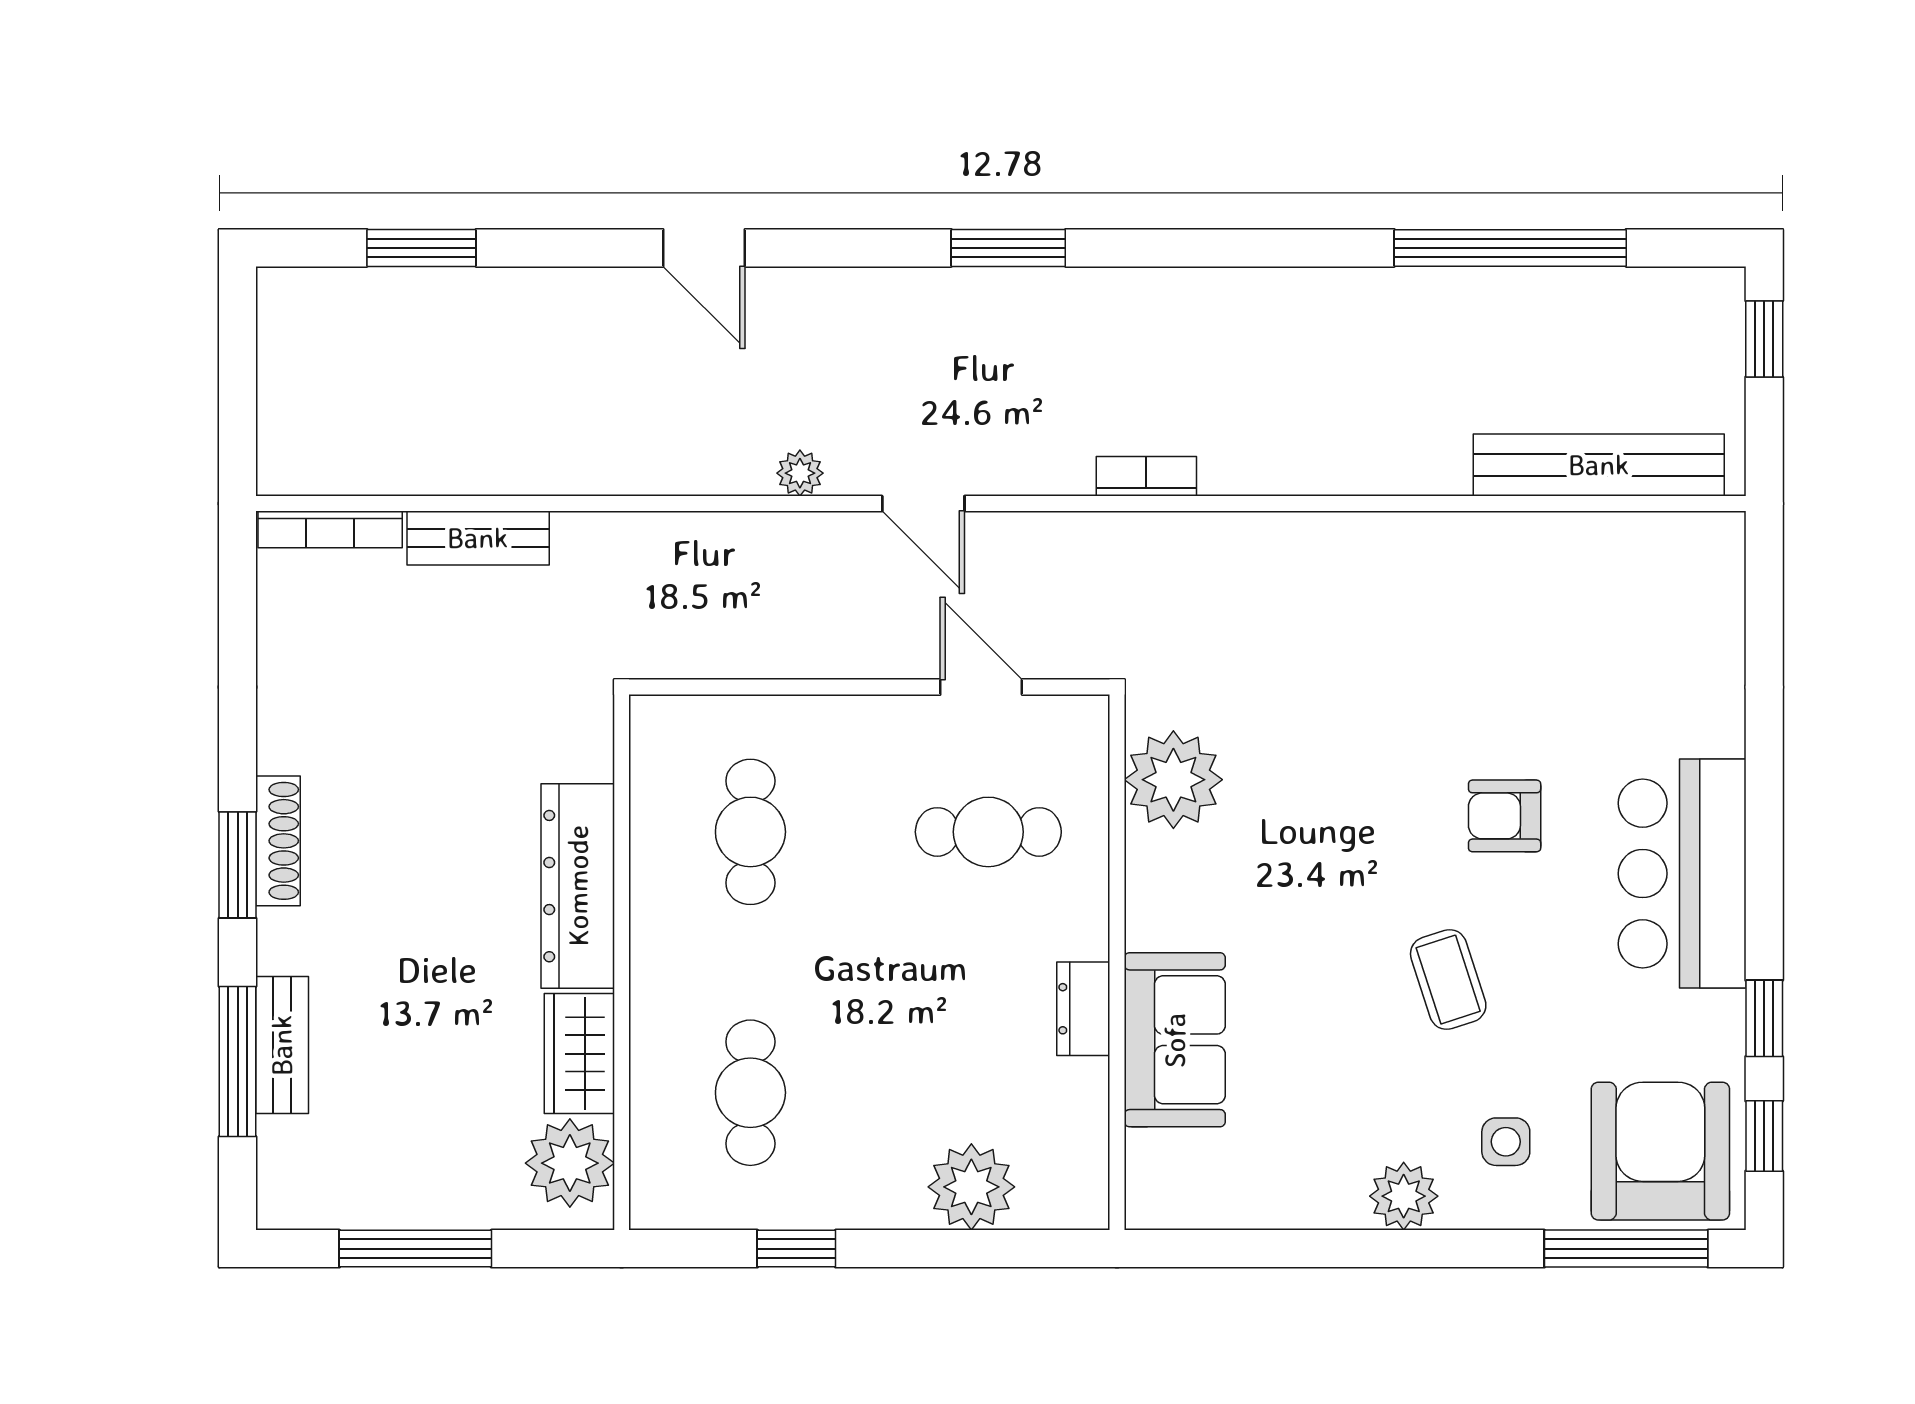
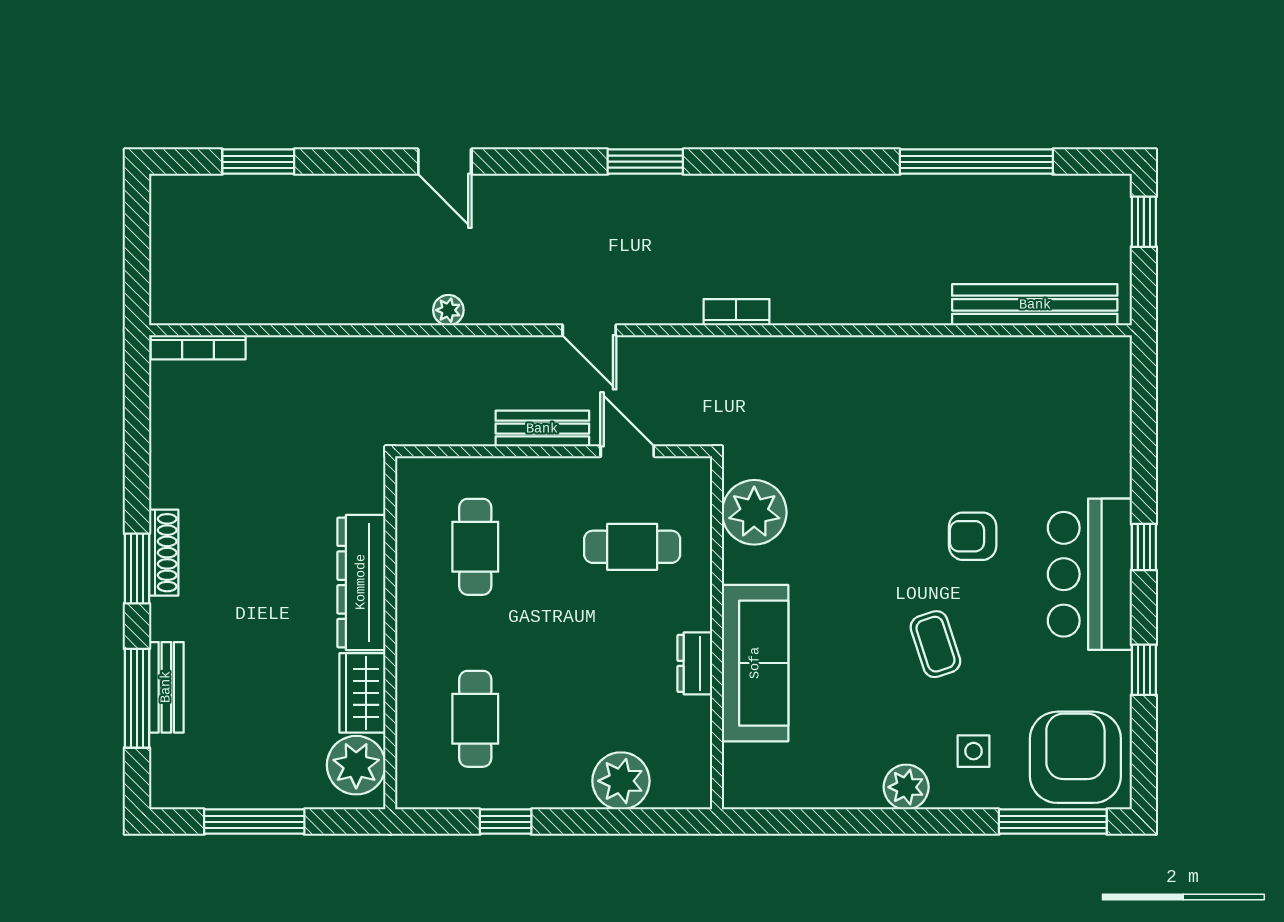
plant: (800, 473) -> (448, 310), moved
bench: (478, 538) -> (542, 429), moved
sofa: (1175, 1040) -> (755, 663), width x1.36
window: (1764, 1136) -> (1144, 547), moved

